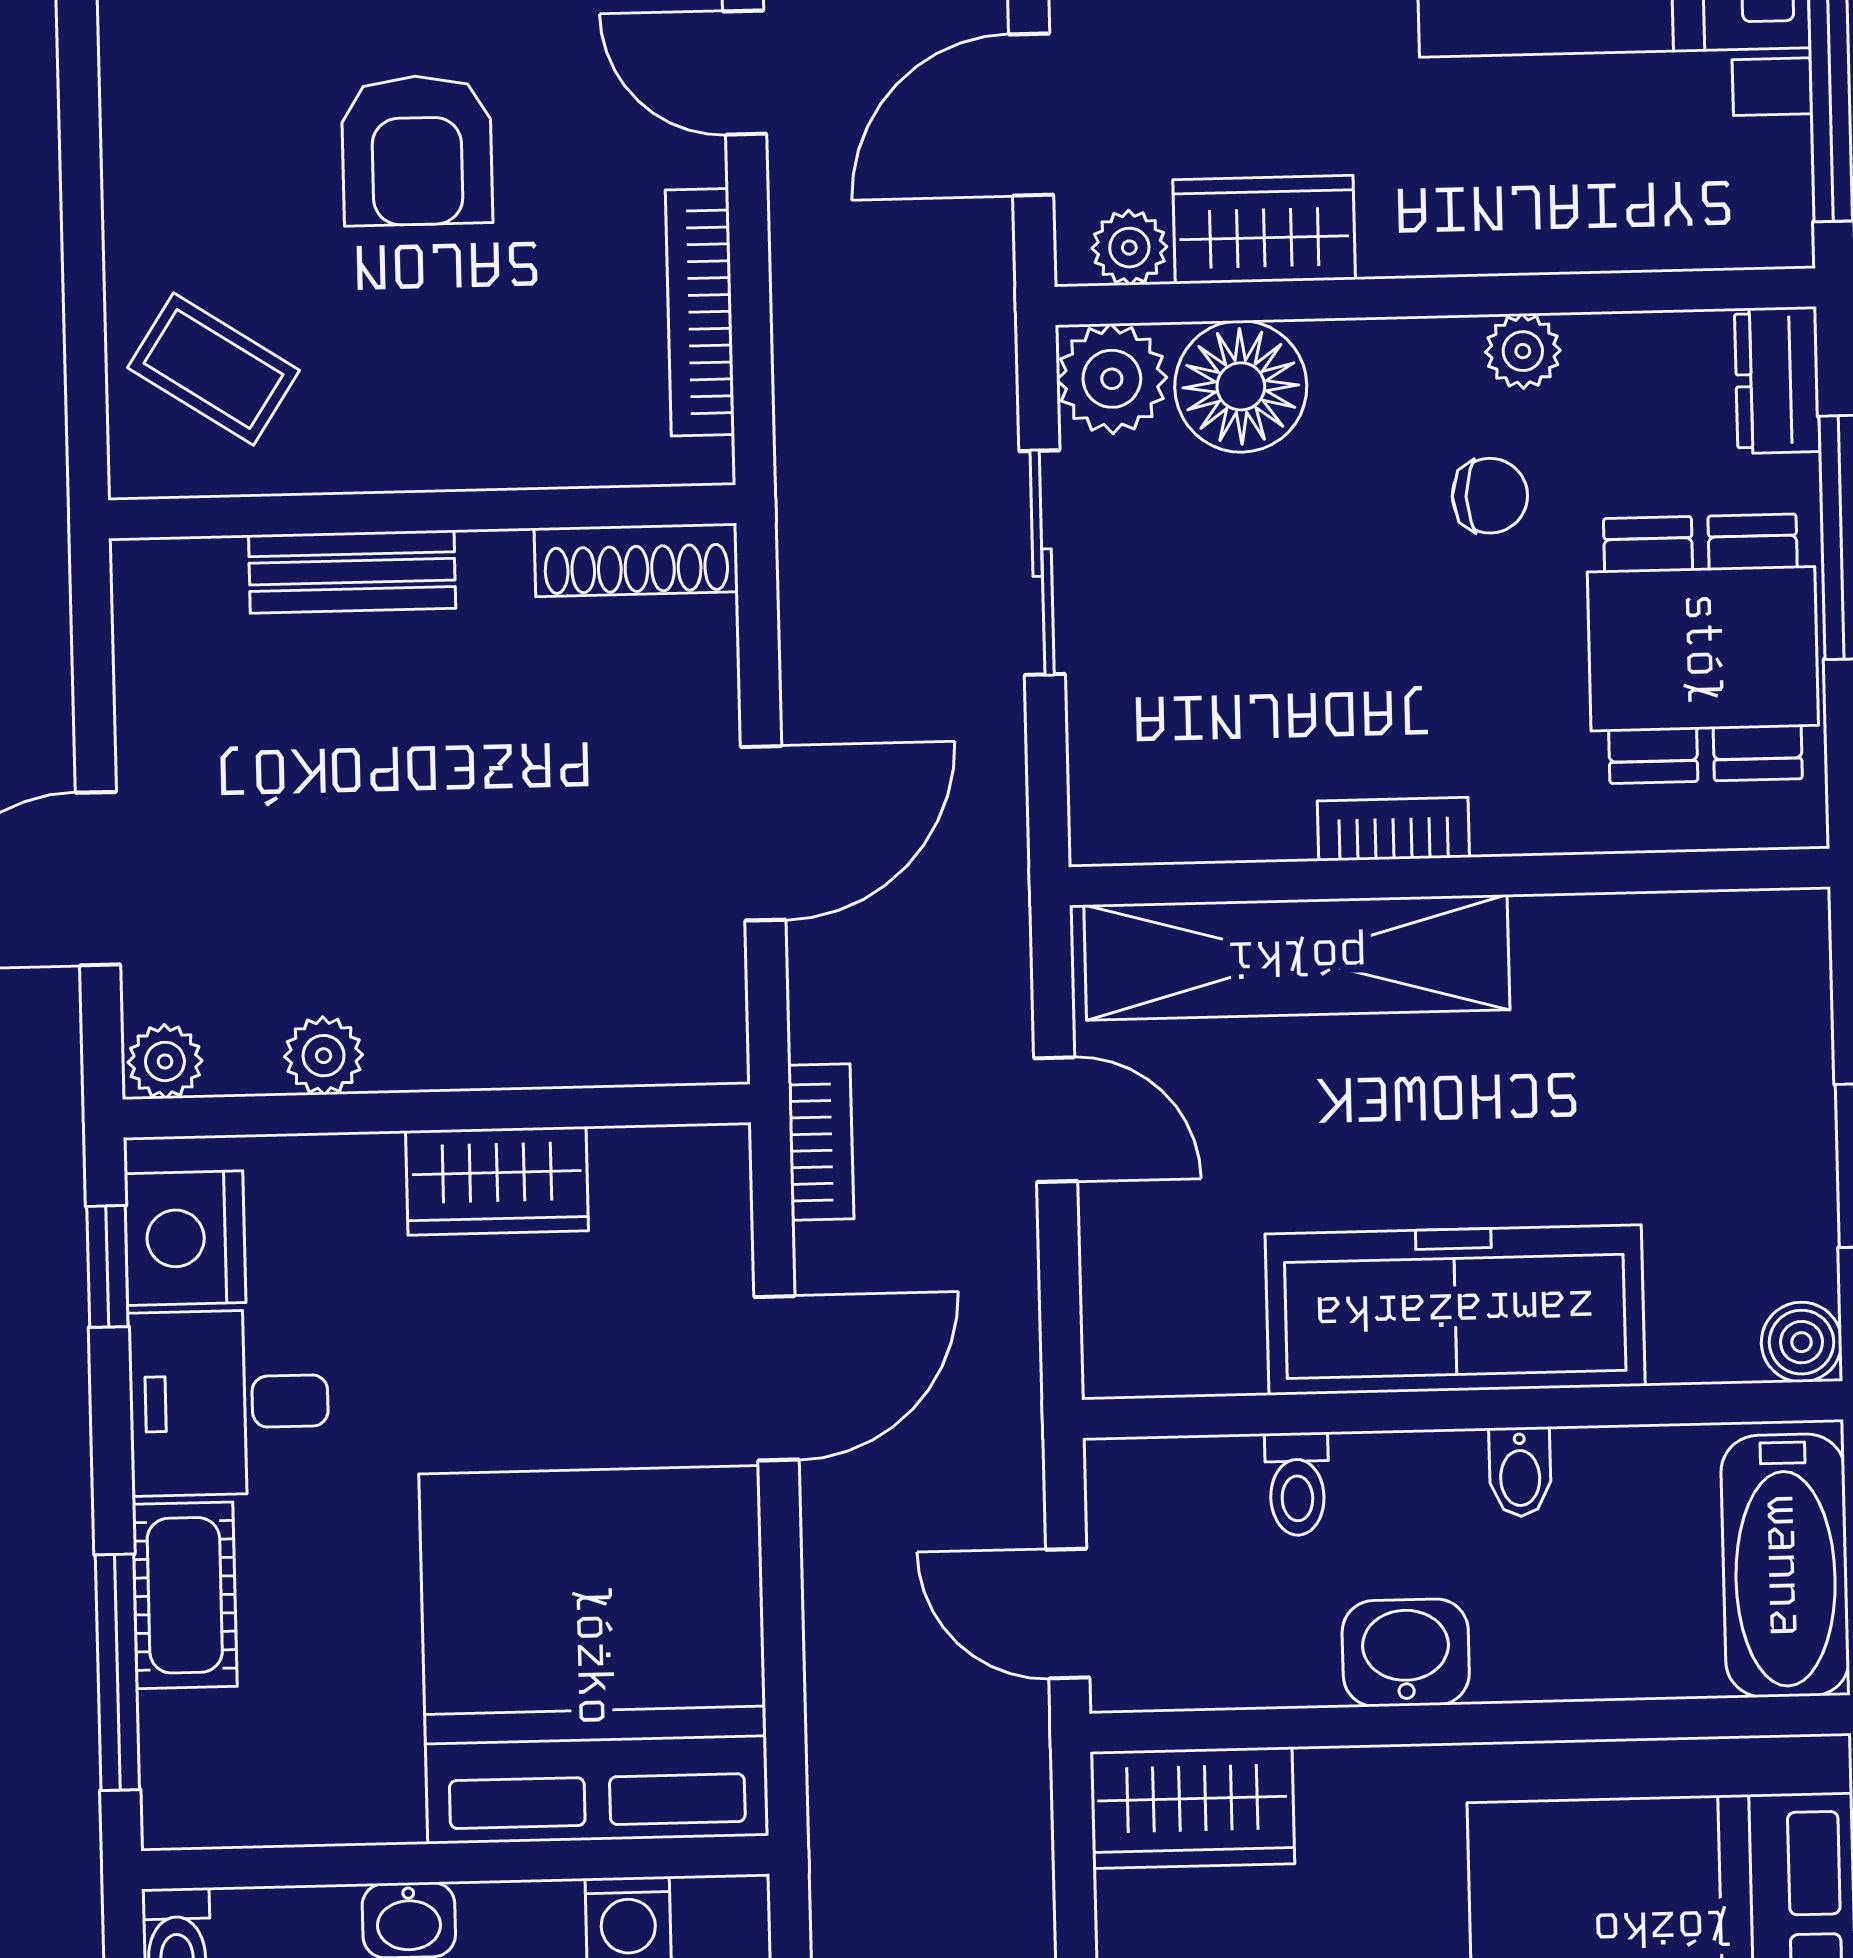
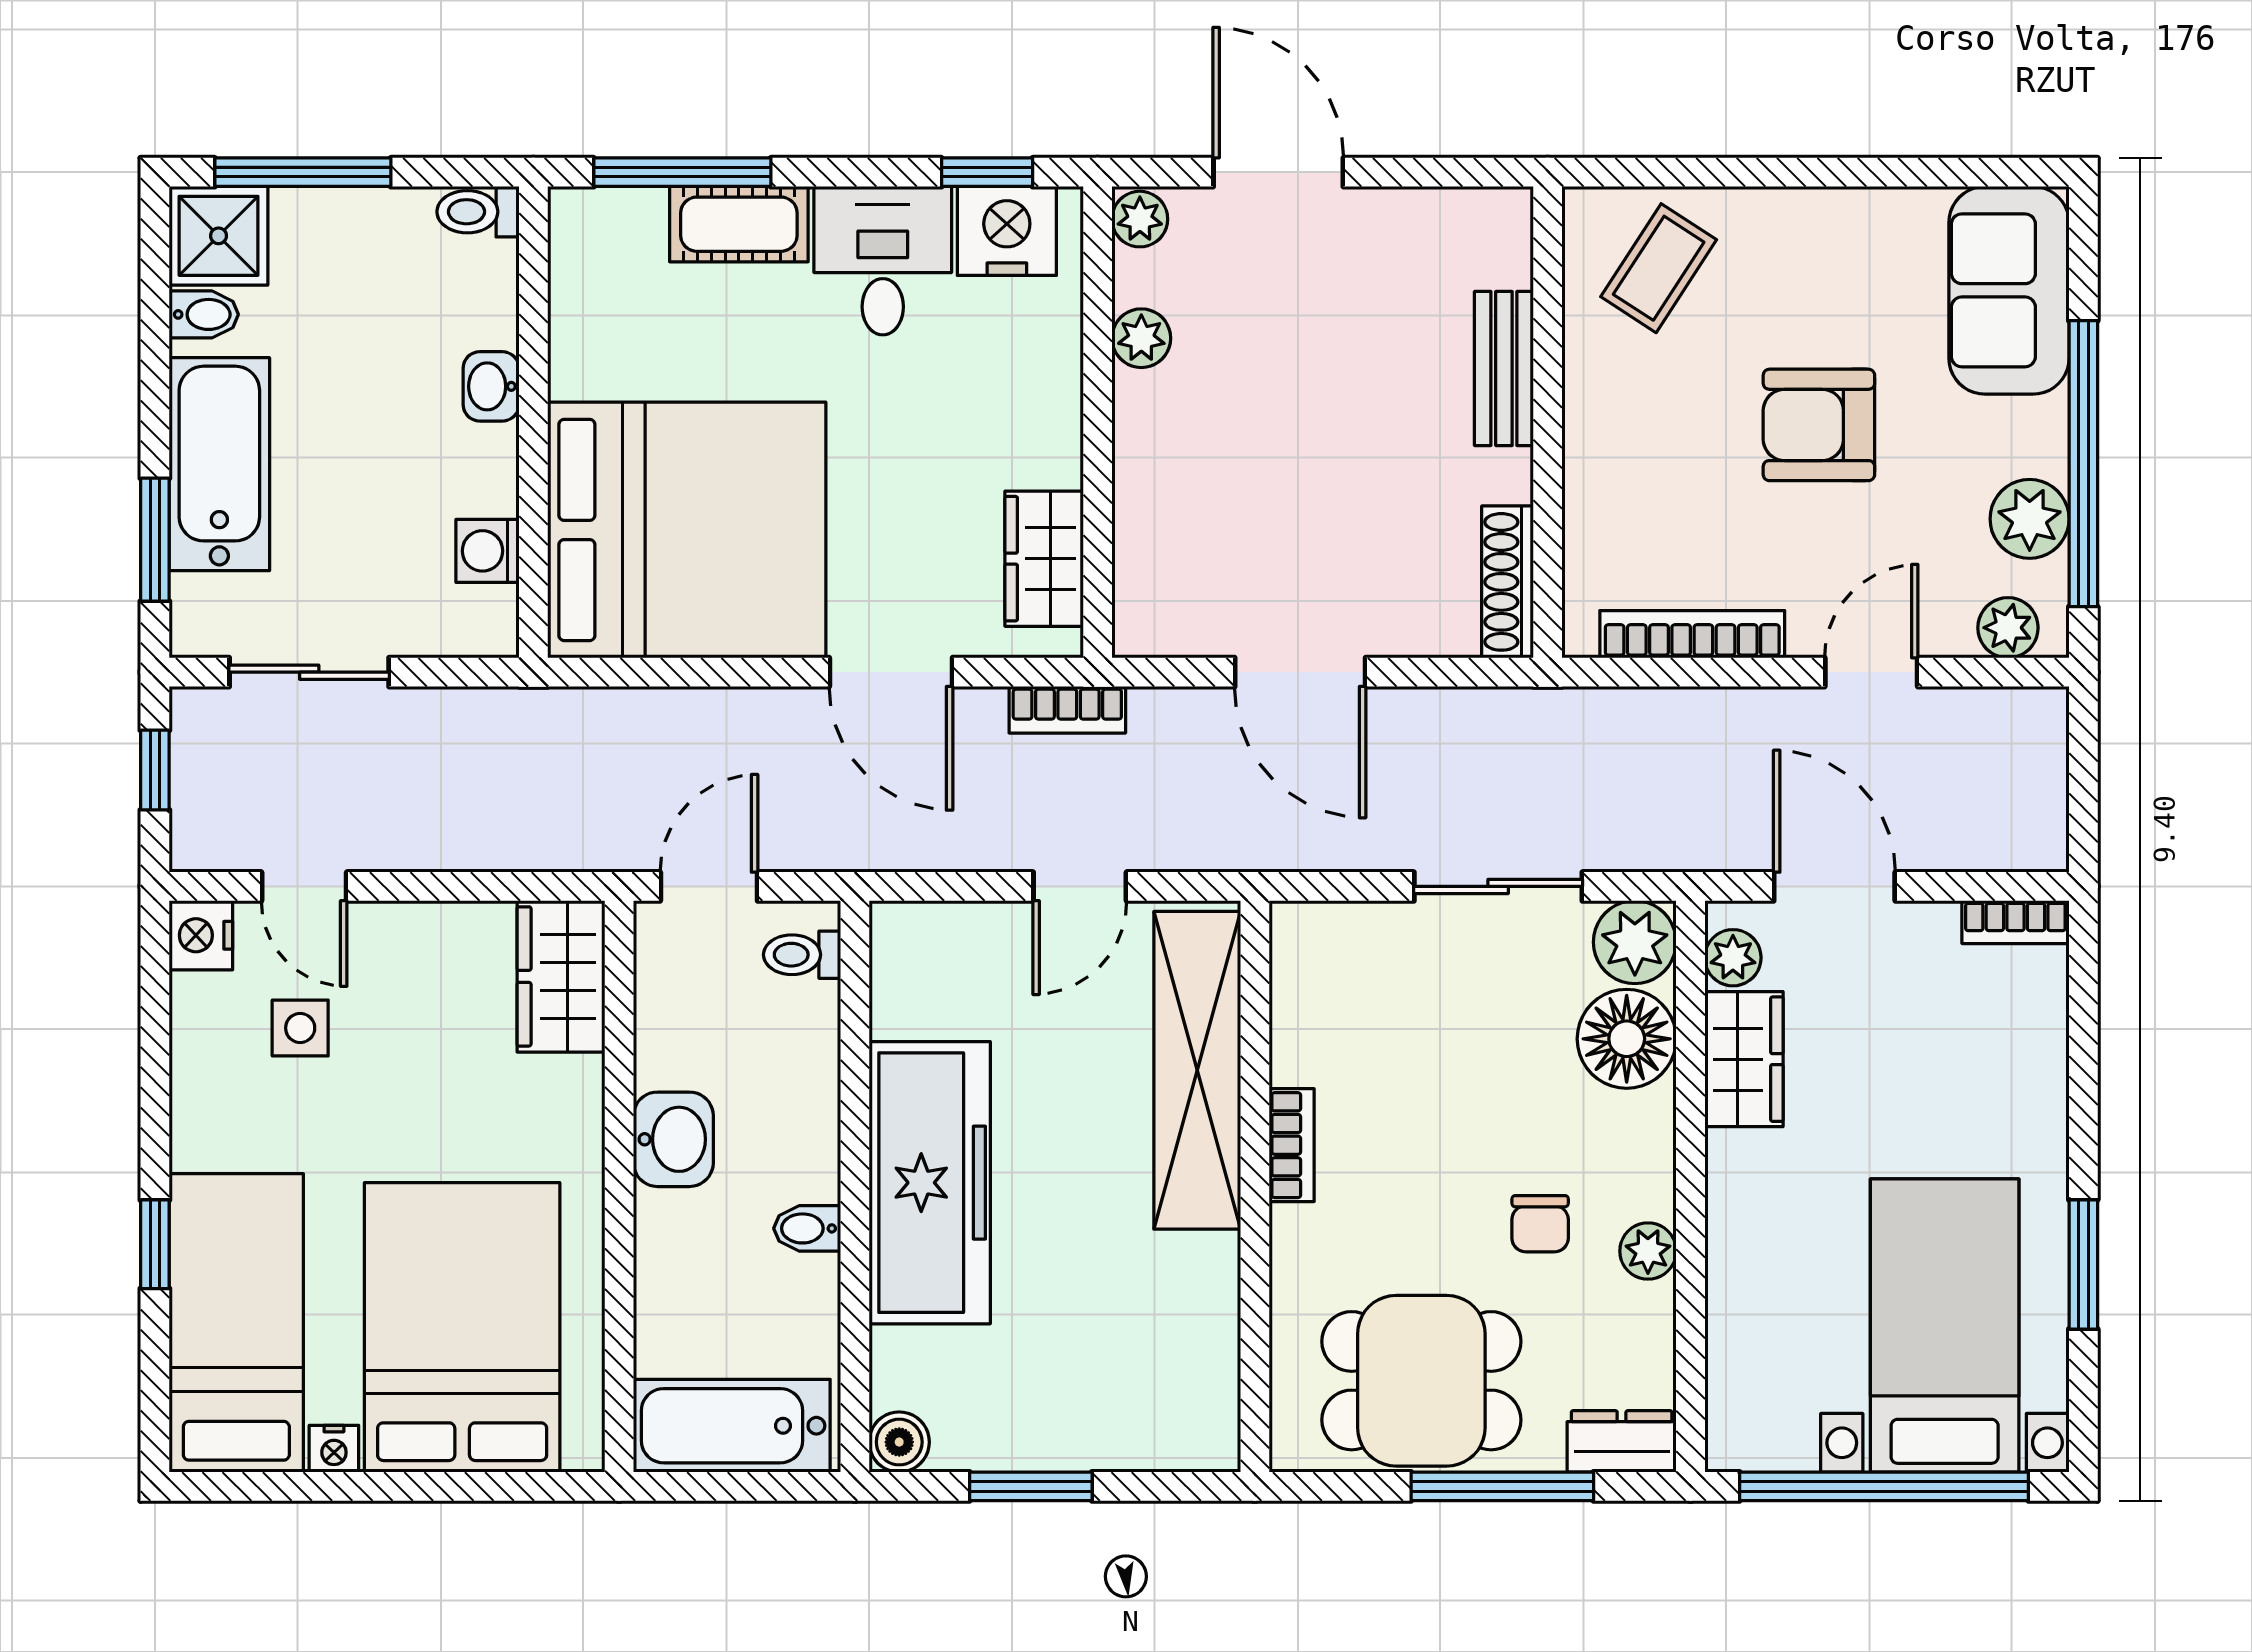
wardrobe: (497, 1181) -> (1044, 559), moved
toilet: (1297, 1484) -> (802, 955), moved

